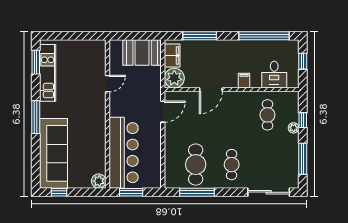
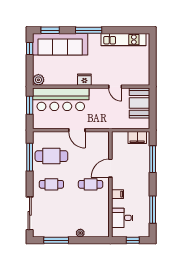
window: (264, 36) -> (153, 210), width x0.68
booth: (142, 53) -> (140, 103), moved
window: (36, 62) -> (50, 30), moved
plant: (174, 78) -> (119, 139), removed
door: (211, 90) -> (110, 168), hinge flipped
door: (163, 112) -> (77, 130), moved
cafe table: (267, 115) -> (91, 184), moved
window: (303, 120) -> (86, 240), removed
fridge: (99, 123) -> (84, 80), added

